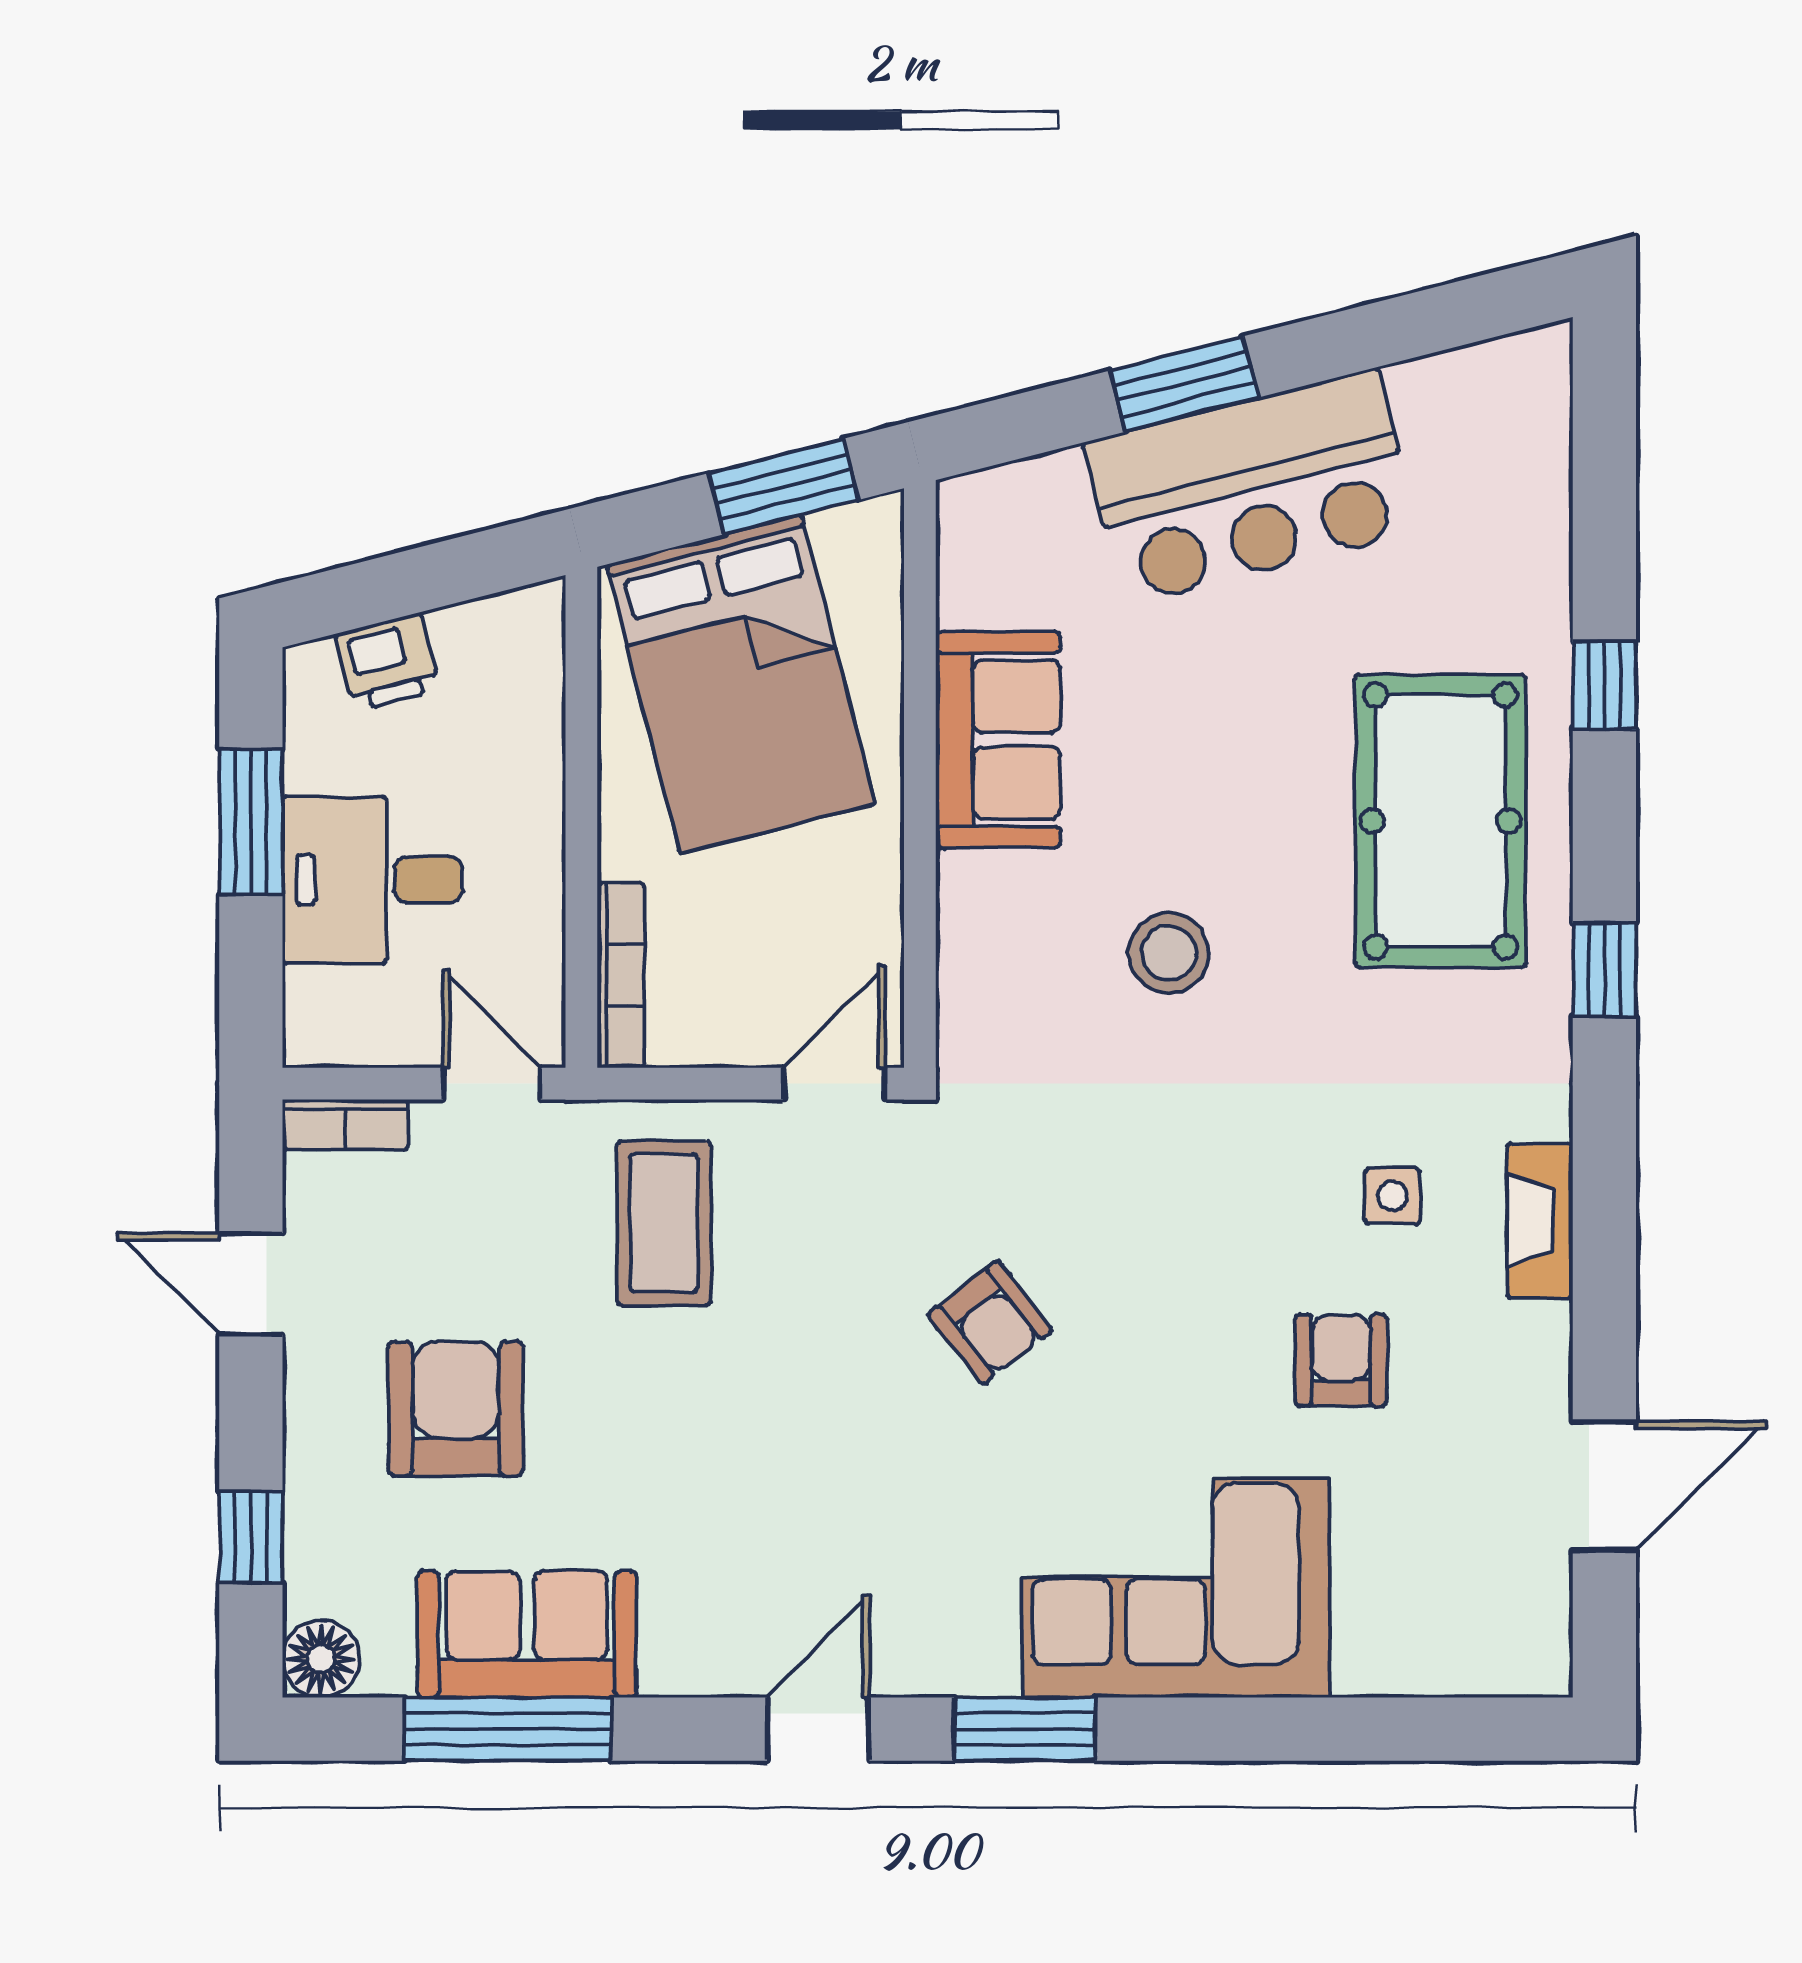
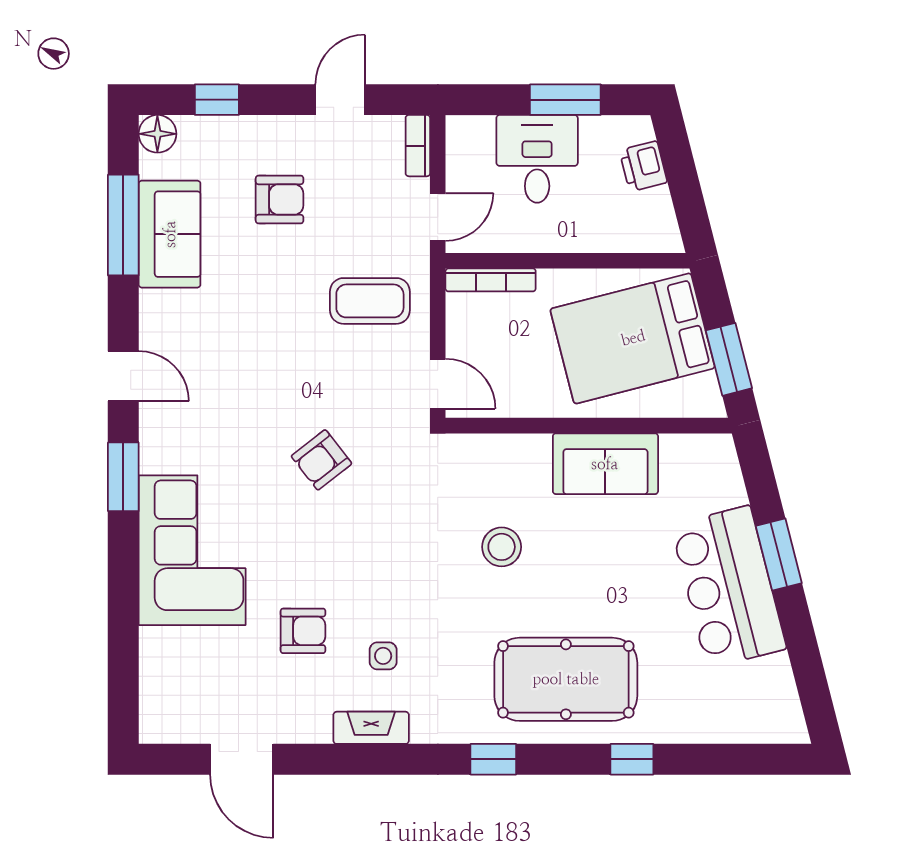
armchair: (456, 1409) -> (280, 199), width x0.72, depth x0.72

